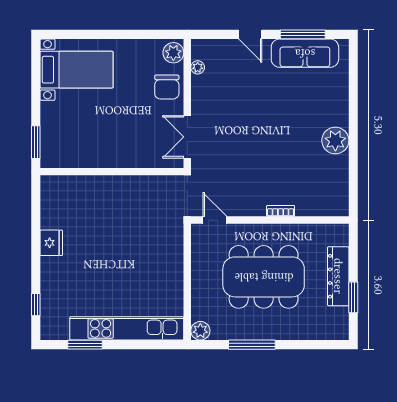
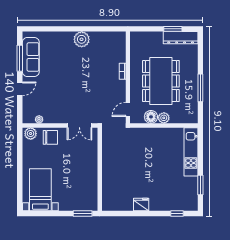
floor lamp: (202, 260) -> (151, 117), added
dresser: (338, 276) -> (181, 38), moved
kitchen unit: (127, 328) -> (191, 152), width x0.73
plant: (200, 331) -> (164, 118), moved

